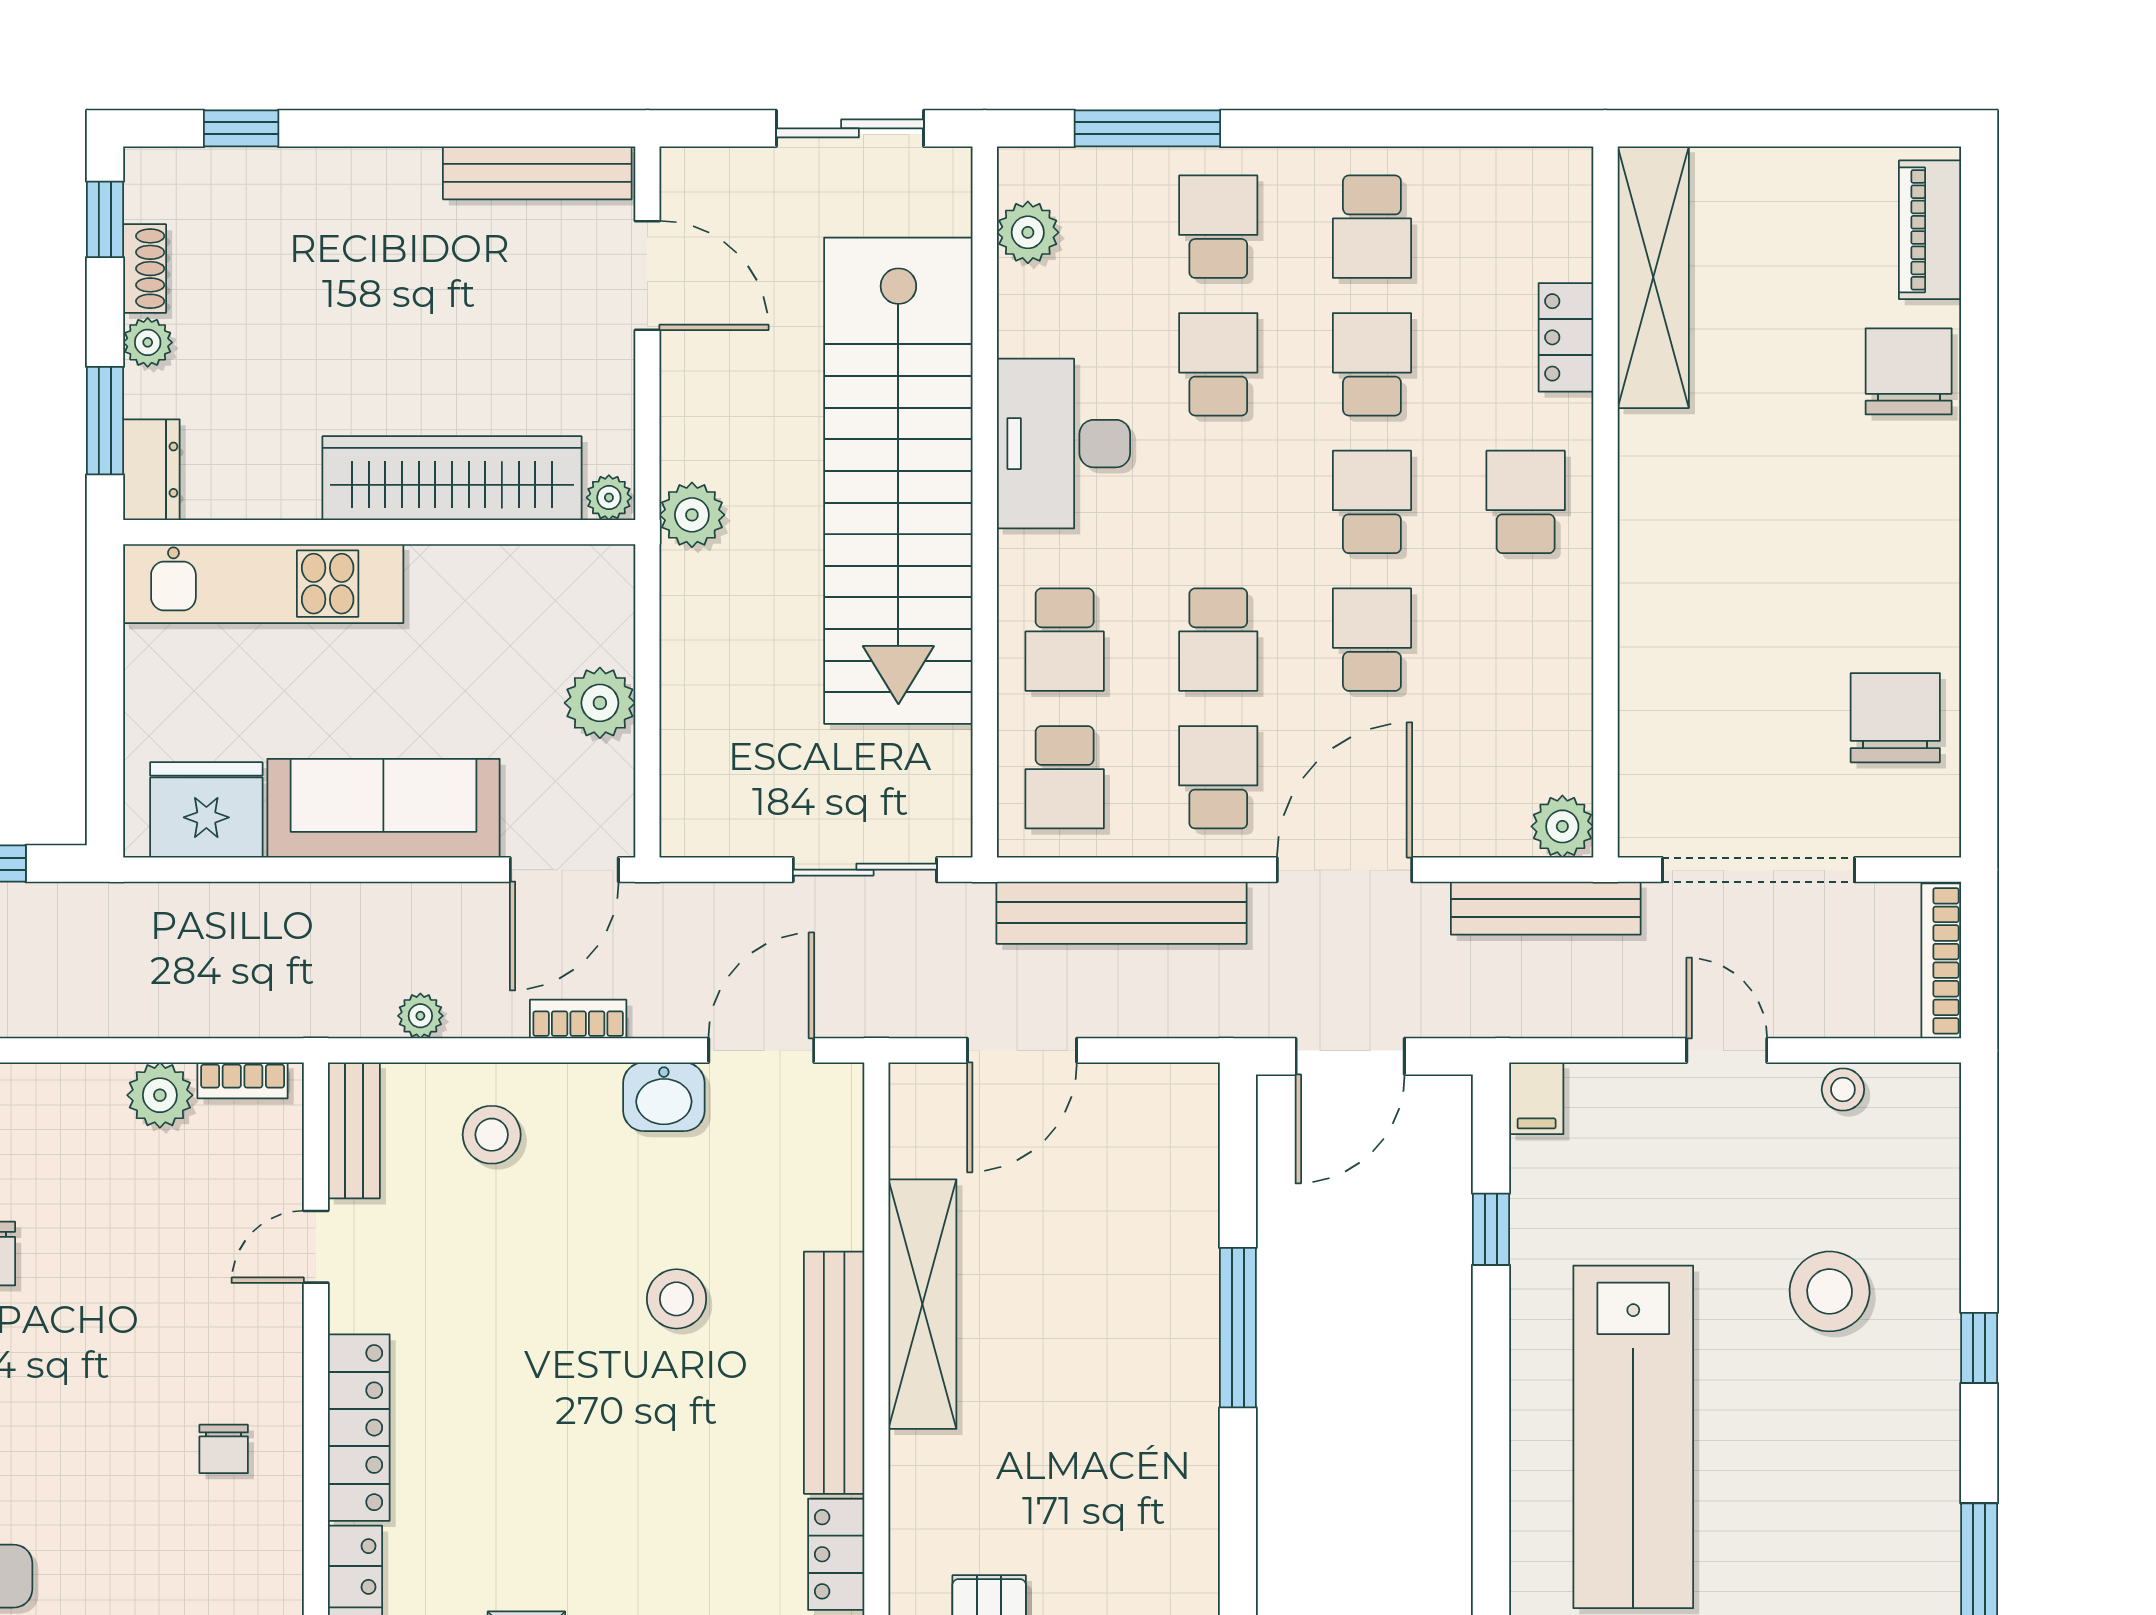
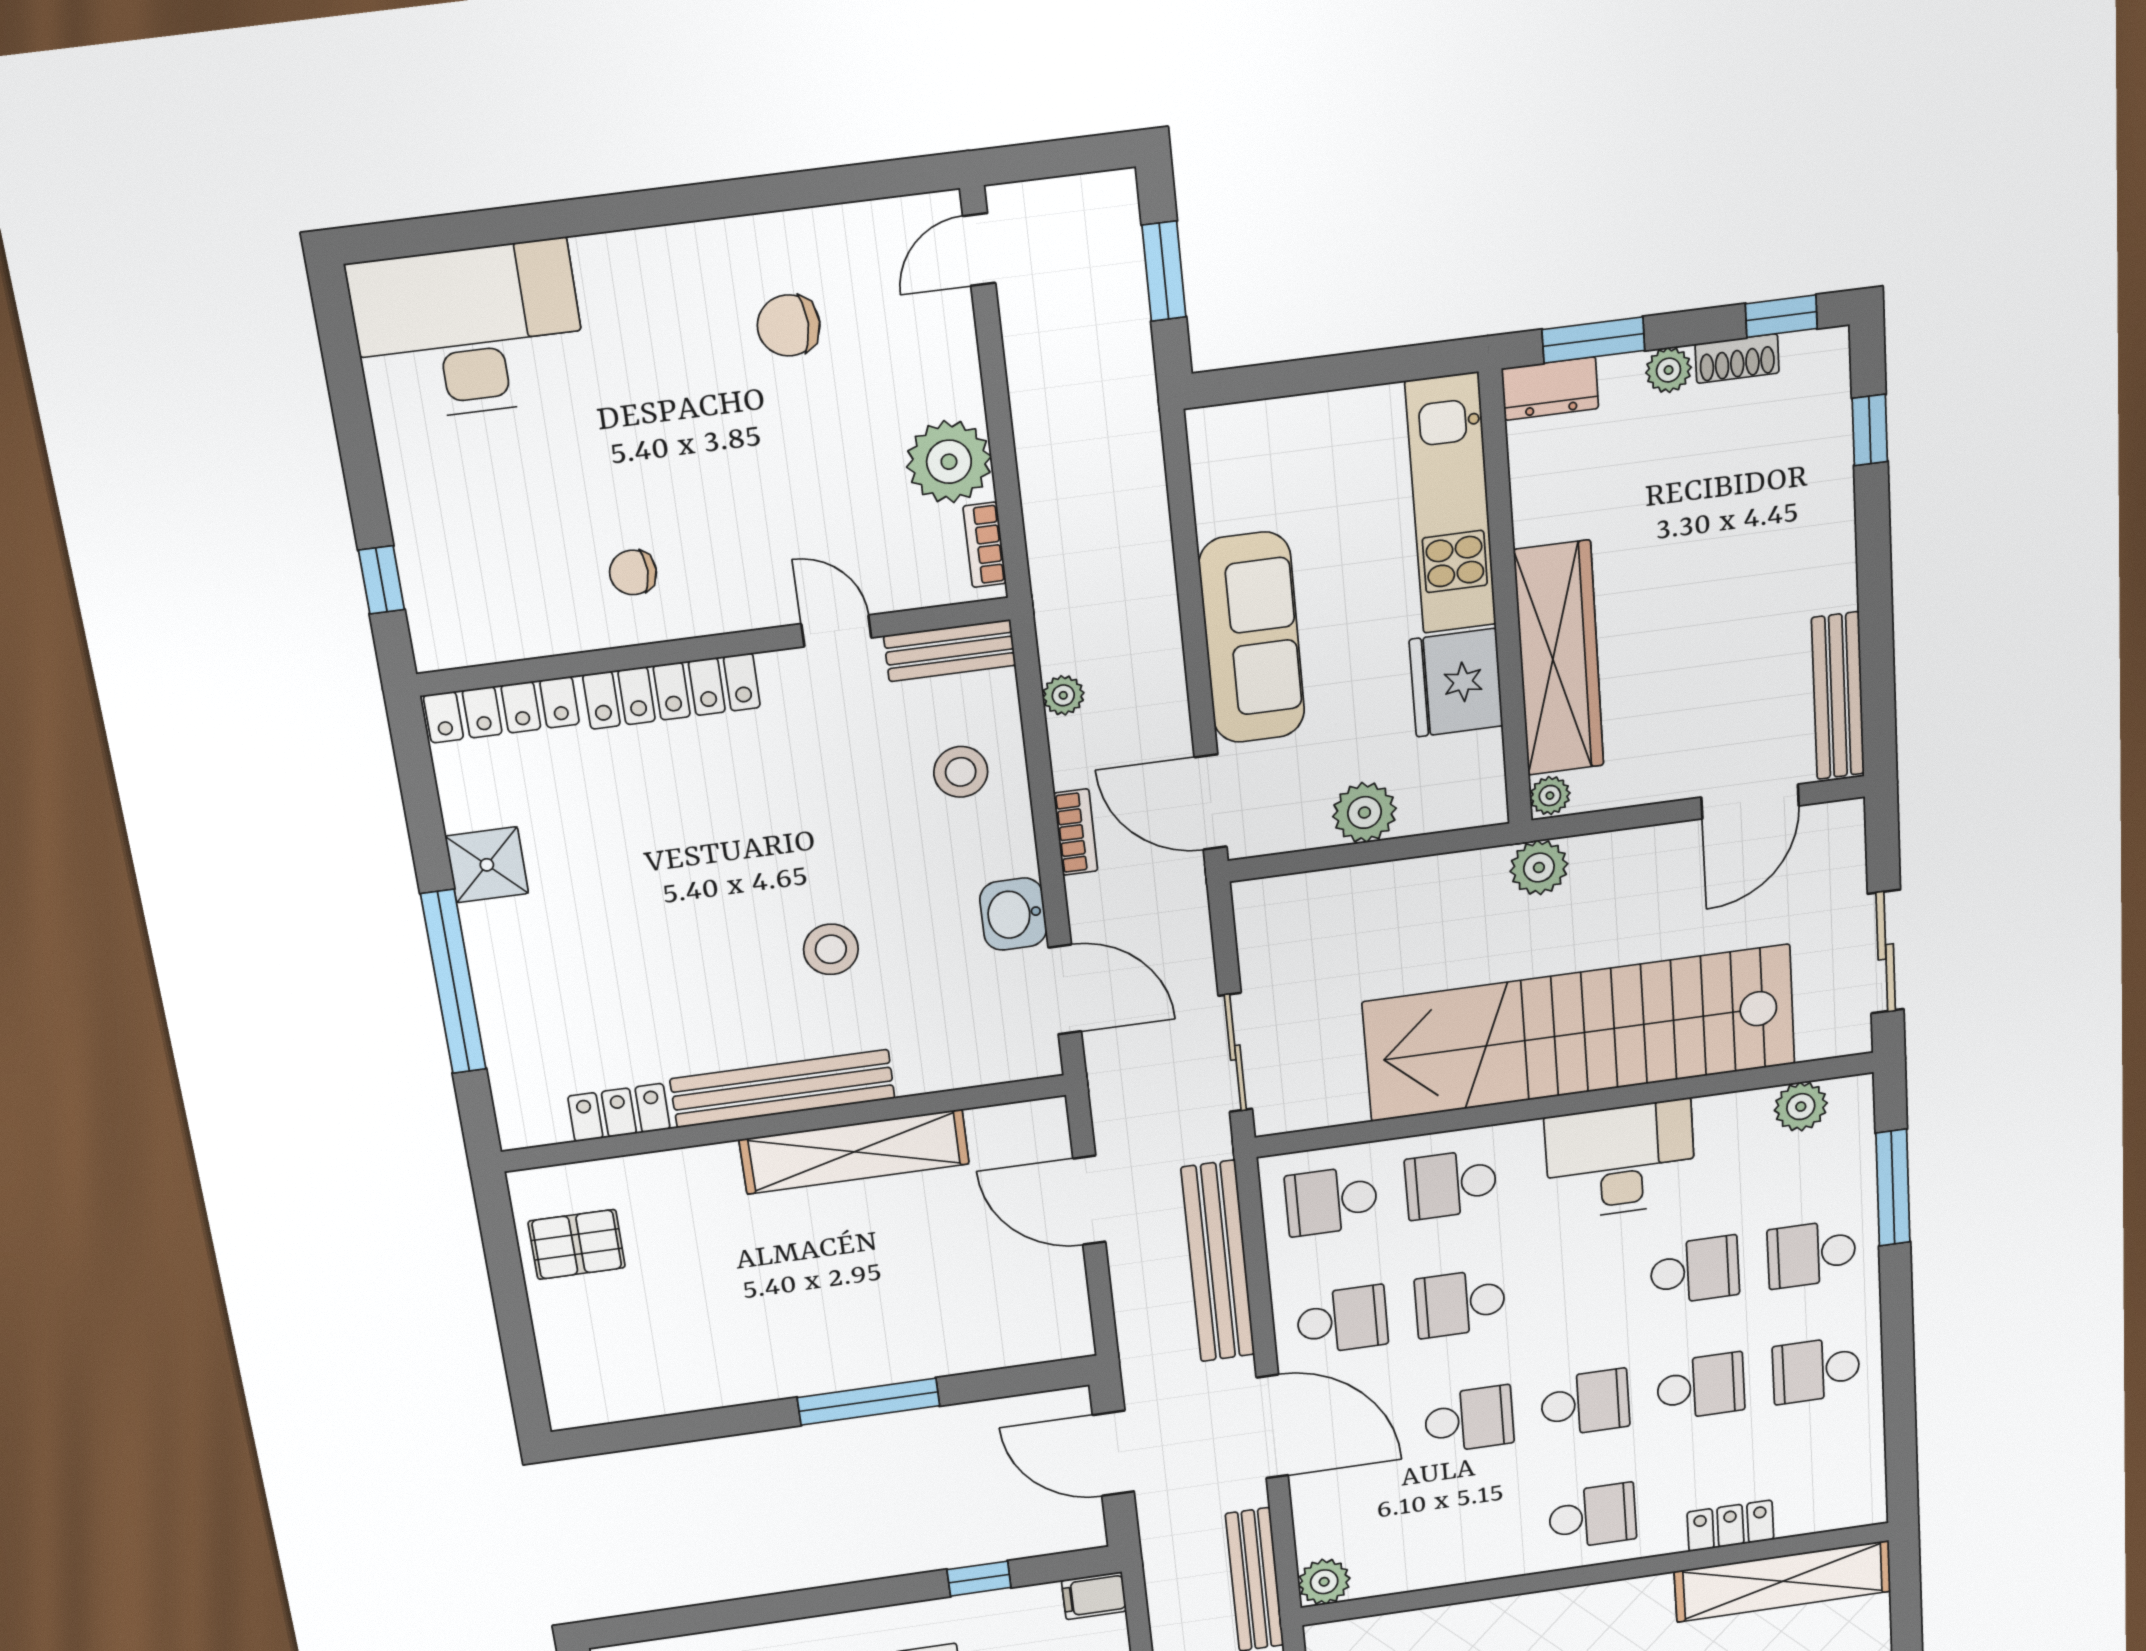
school desk: (1218, 227) -> (1811, 1254), turned 180
fridge: (206, 810) -> (1456, 683), moved, turned 180
plant: (160, 1095) -> (949, 462), width x1.36, depth x1.36

